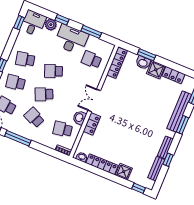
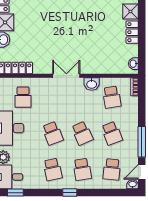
double door: (94, 100) -> (66, 76), swing flipped
school desk: (34, 117) -> (112, 133), turned -45
locker: (92, 124) -> (93, 68), removed
locker: (102, 164) -> (132, 32), width x0.66

